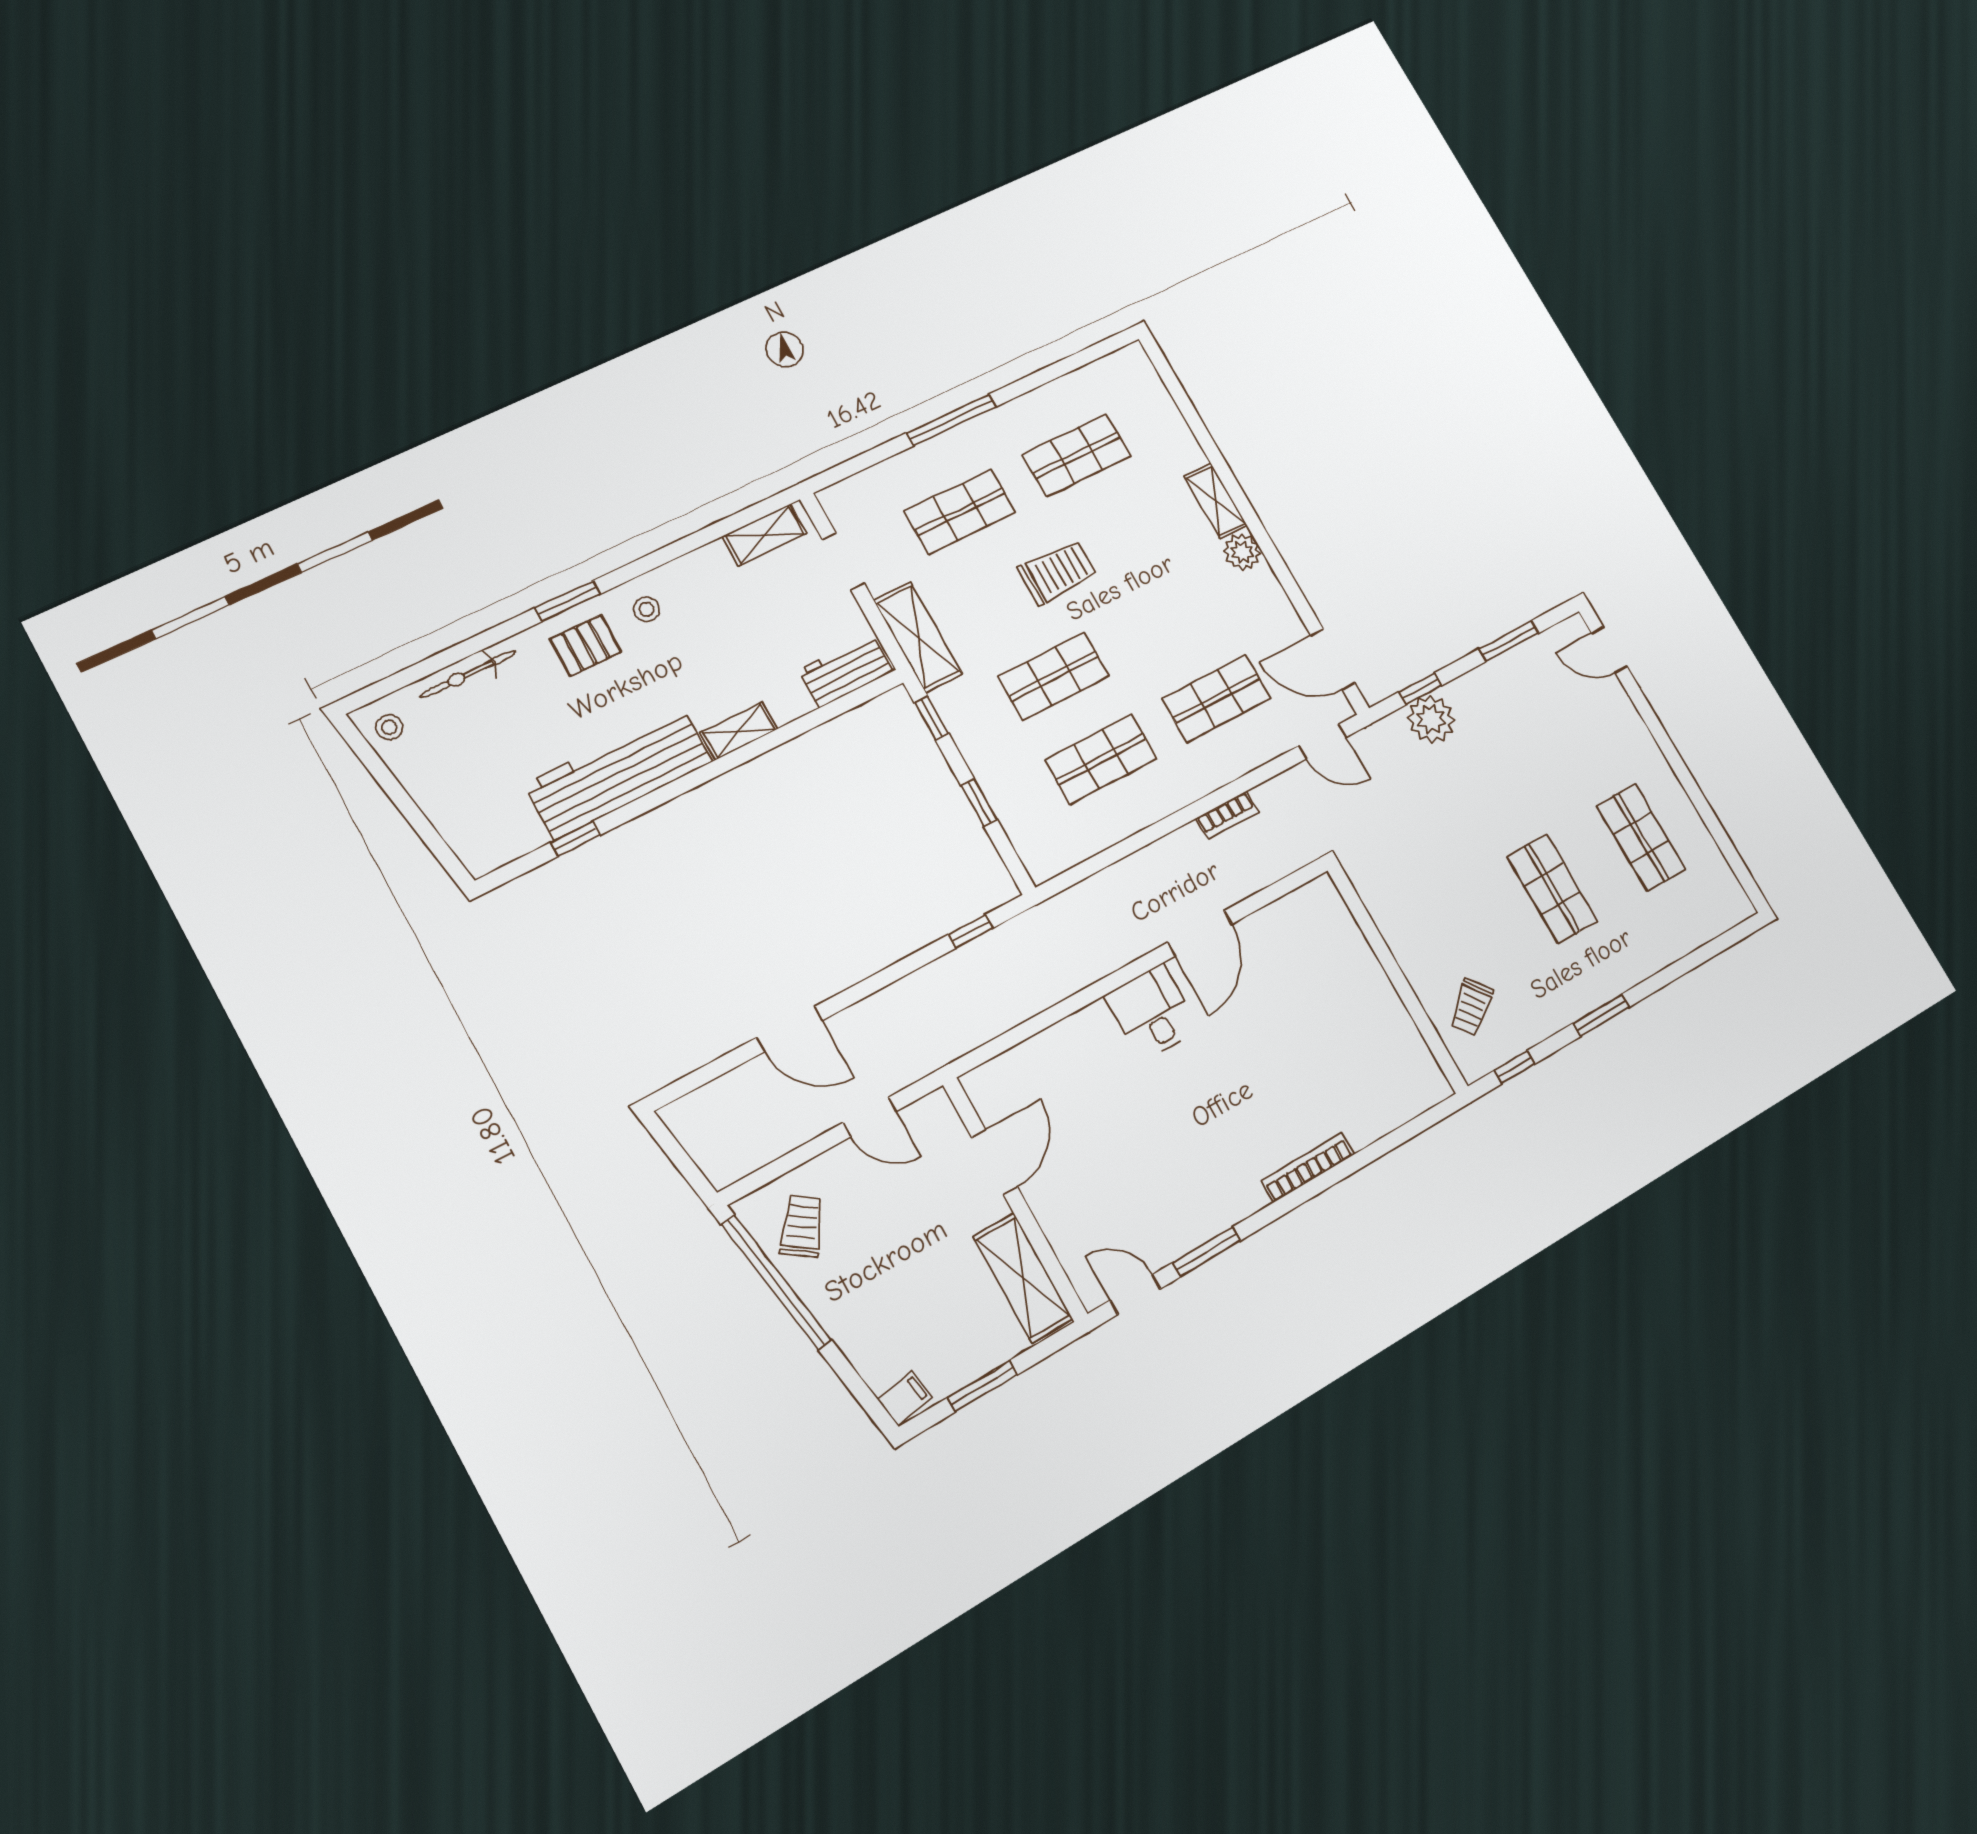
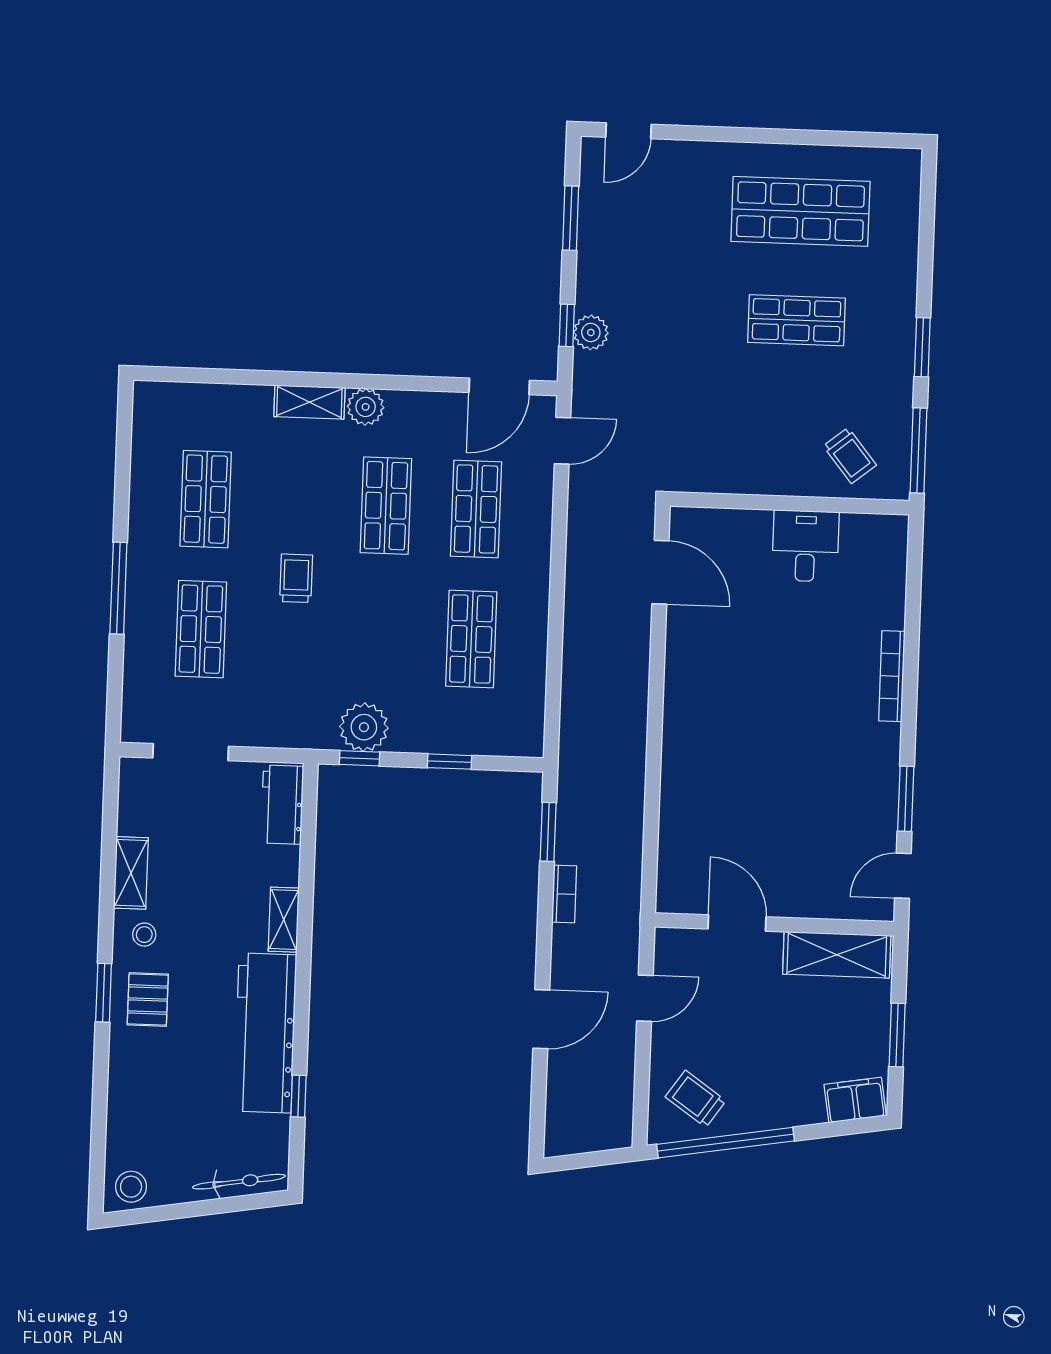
shelving: (764, 535) -> (131, 873), moved
doorway: (843, 561) -> (191, 752), width x1.38
trolley: (1057, 572) -> (296, 578), width x0.73, depth x0.72
shelving: (918, 637) -> (287, 729), removed
bicycle: (468, 674) -> (239, 1182), moved, turned -99
shop shelf: (1054, 676) -> (386, 506), moved
plant: (962, 706) -> (364, 727), added
plant: (1431, 719) -> (591, 332), width x0.73, depth x0.73
stool: (389, 727) -> (131, 1187), width x1.37, depth x1.37
bookcase: (1227, 815) -> (564, 894), moved
shop shelf: (1641, 837) -> (800, 211), width x1.43, depth x1.36
window: (970, 931) -> (548, 832), width x1.50
door: (1200, 933) -> (660, 572), moved
desk: (1152, 1012) -> (805, 546), moved, turned 90
window: (1515, 1067) -> (919, 451), width x2.17
filing cabinet: (905, 1398) -> (855, 1100), width x2.00

